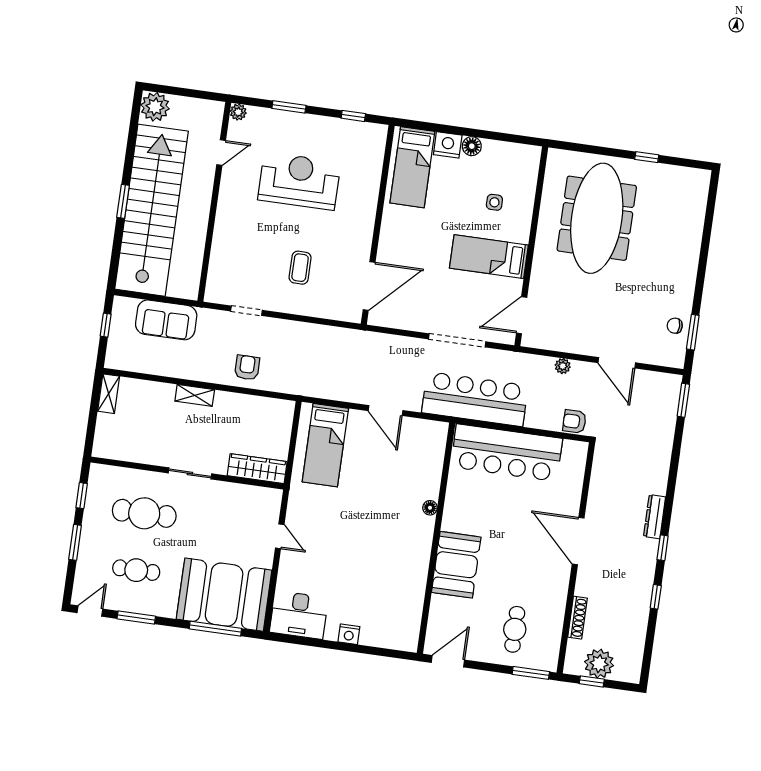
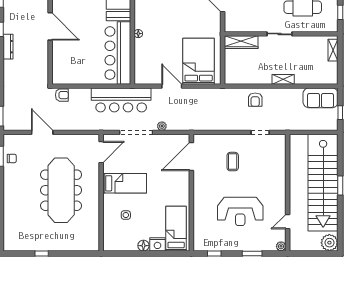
meeting table: (597, 218) -> (61, 190), moved
sofa: (166, 320) -> (321, 98), moved, turned 180
plant: (563, 366) -> (162, 126), moved
shelving: (109, 394) -> (333, 50), moved
bed: (325, 445) -> (199, 61), width x1.50
bar counter: (507, 453) -> (118, 53), moved, turned -90

